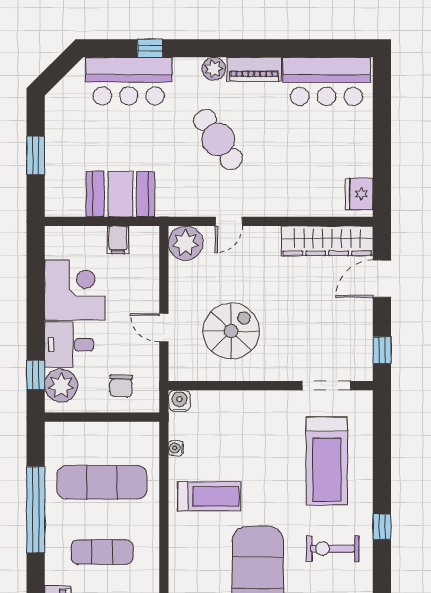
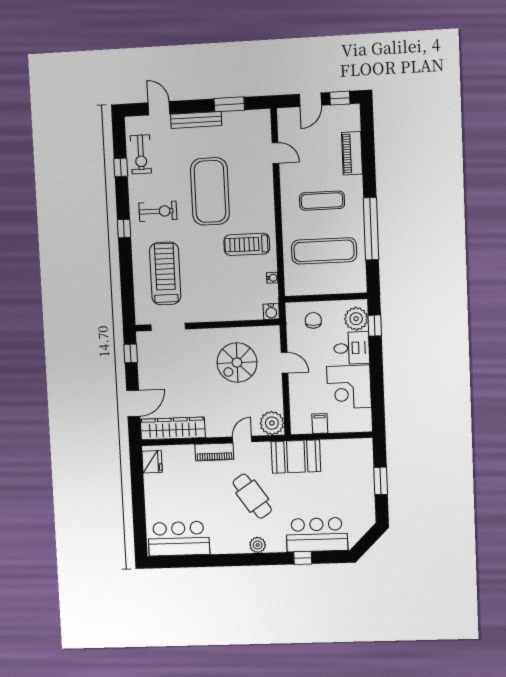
piano: (254, 69) -> (214, 452), moved, turned 180
booth: (120, 194) -> (296, 457), moved

